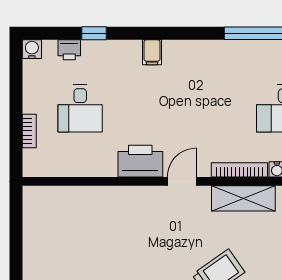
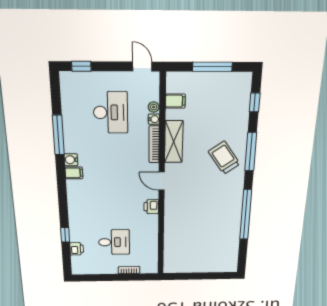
water cooler: (32, 49) -> (71, 160), moved
filing cabinet: (152, 52) -> (74, 173), moved
printer: (140, 161) -> (151, 207), width x0.53, depth x0.68

